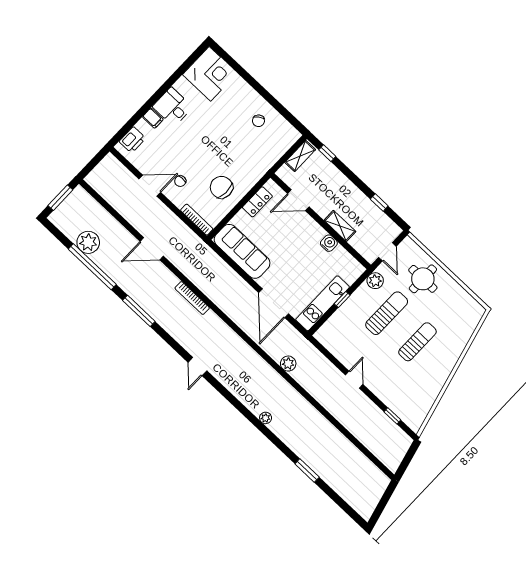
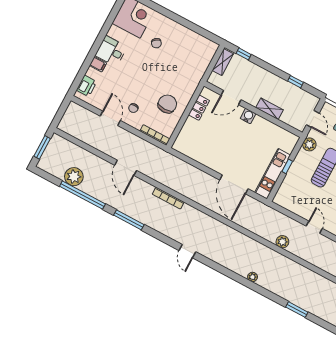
chair: (258, 121) -> (156, 43), moved
door: (150, 186) -> (110, 118), hinge flipped
chair: (221, 187) -> (167, 104), turned 88
water cooler: (329, 243) -> (248, 116), moved
door: (152, 249) -> (126, 168), hinge flipped
sofa: (242, 251) -> (198, 150), removed
plant: (288, 364) -> (282, 242), moved

